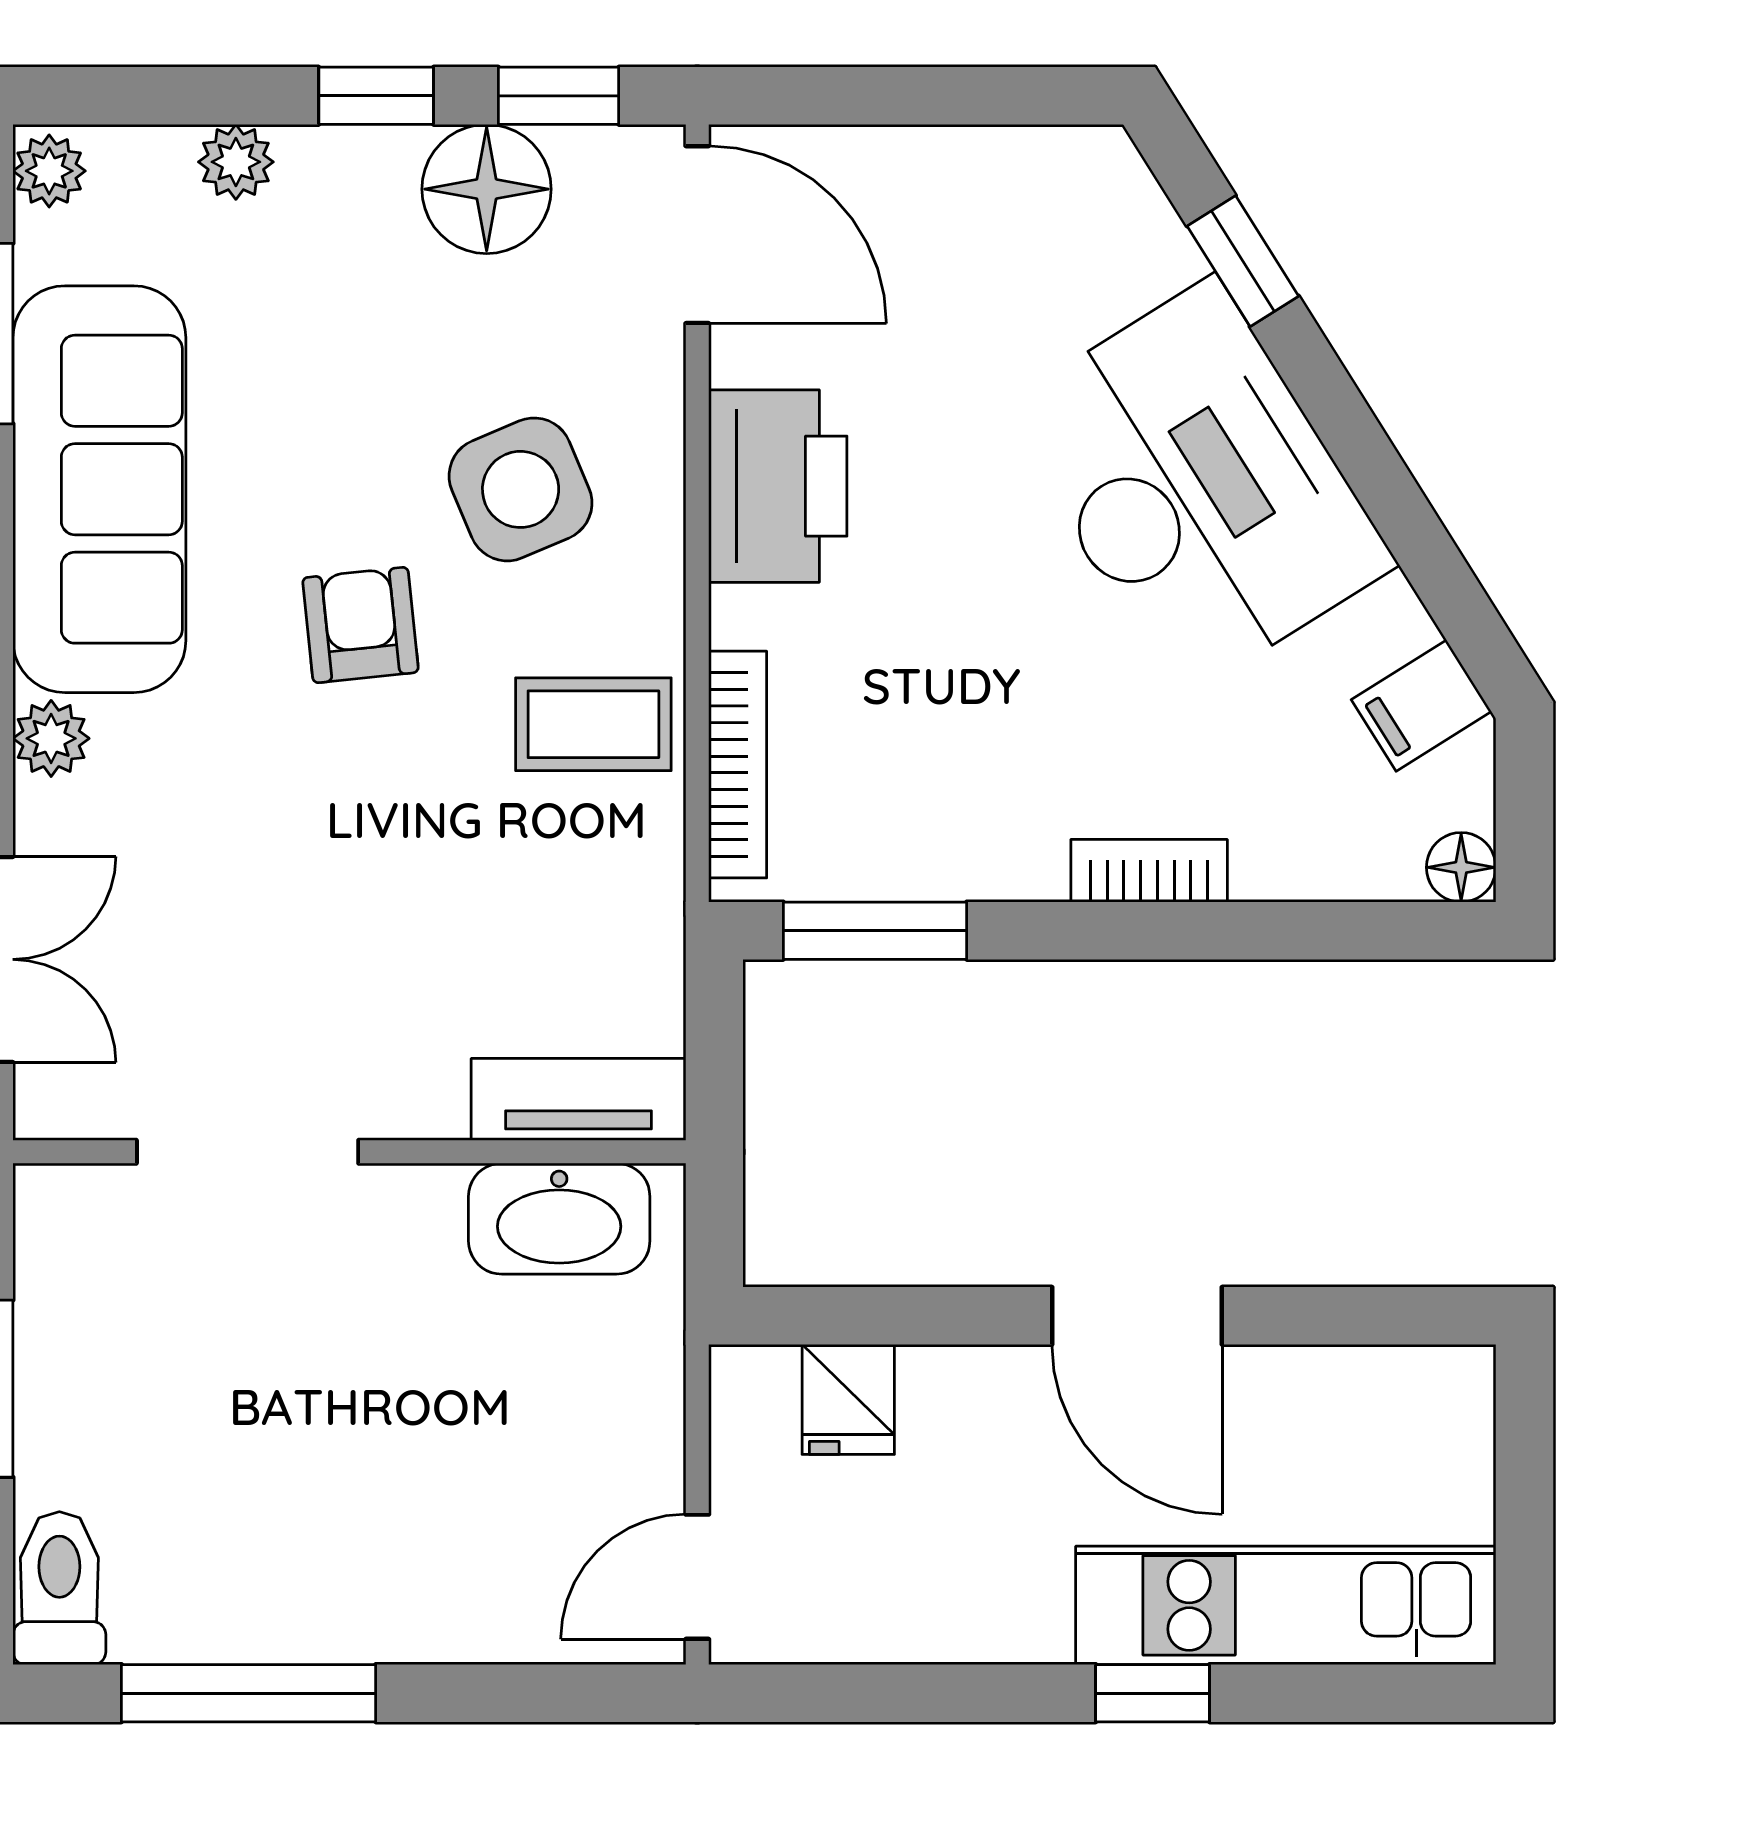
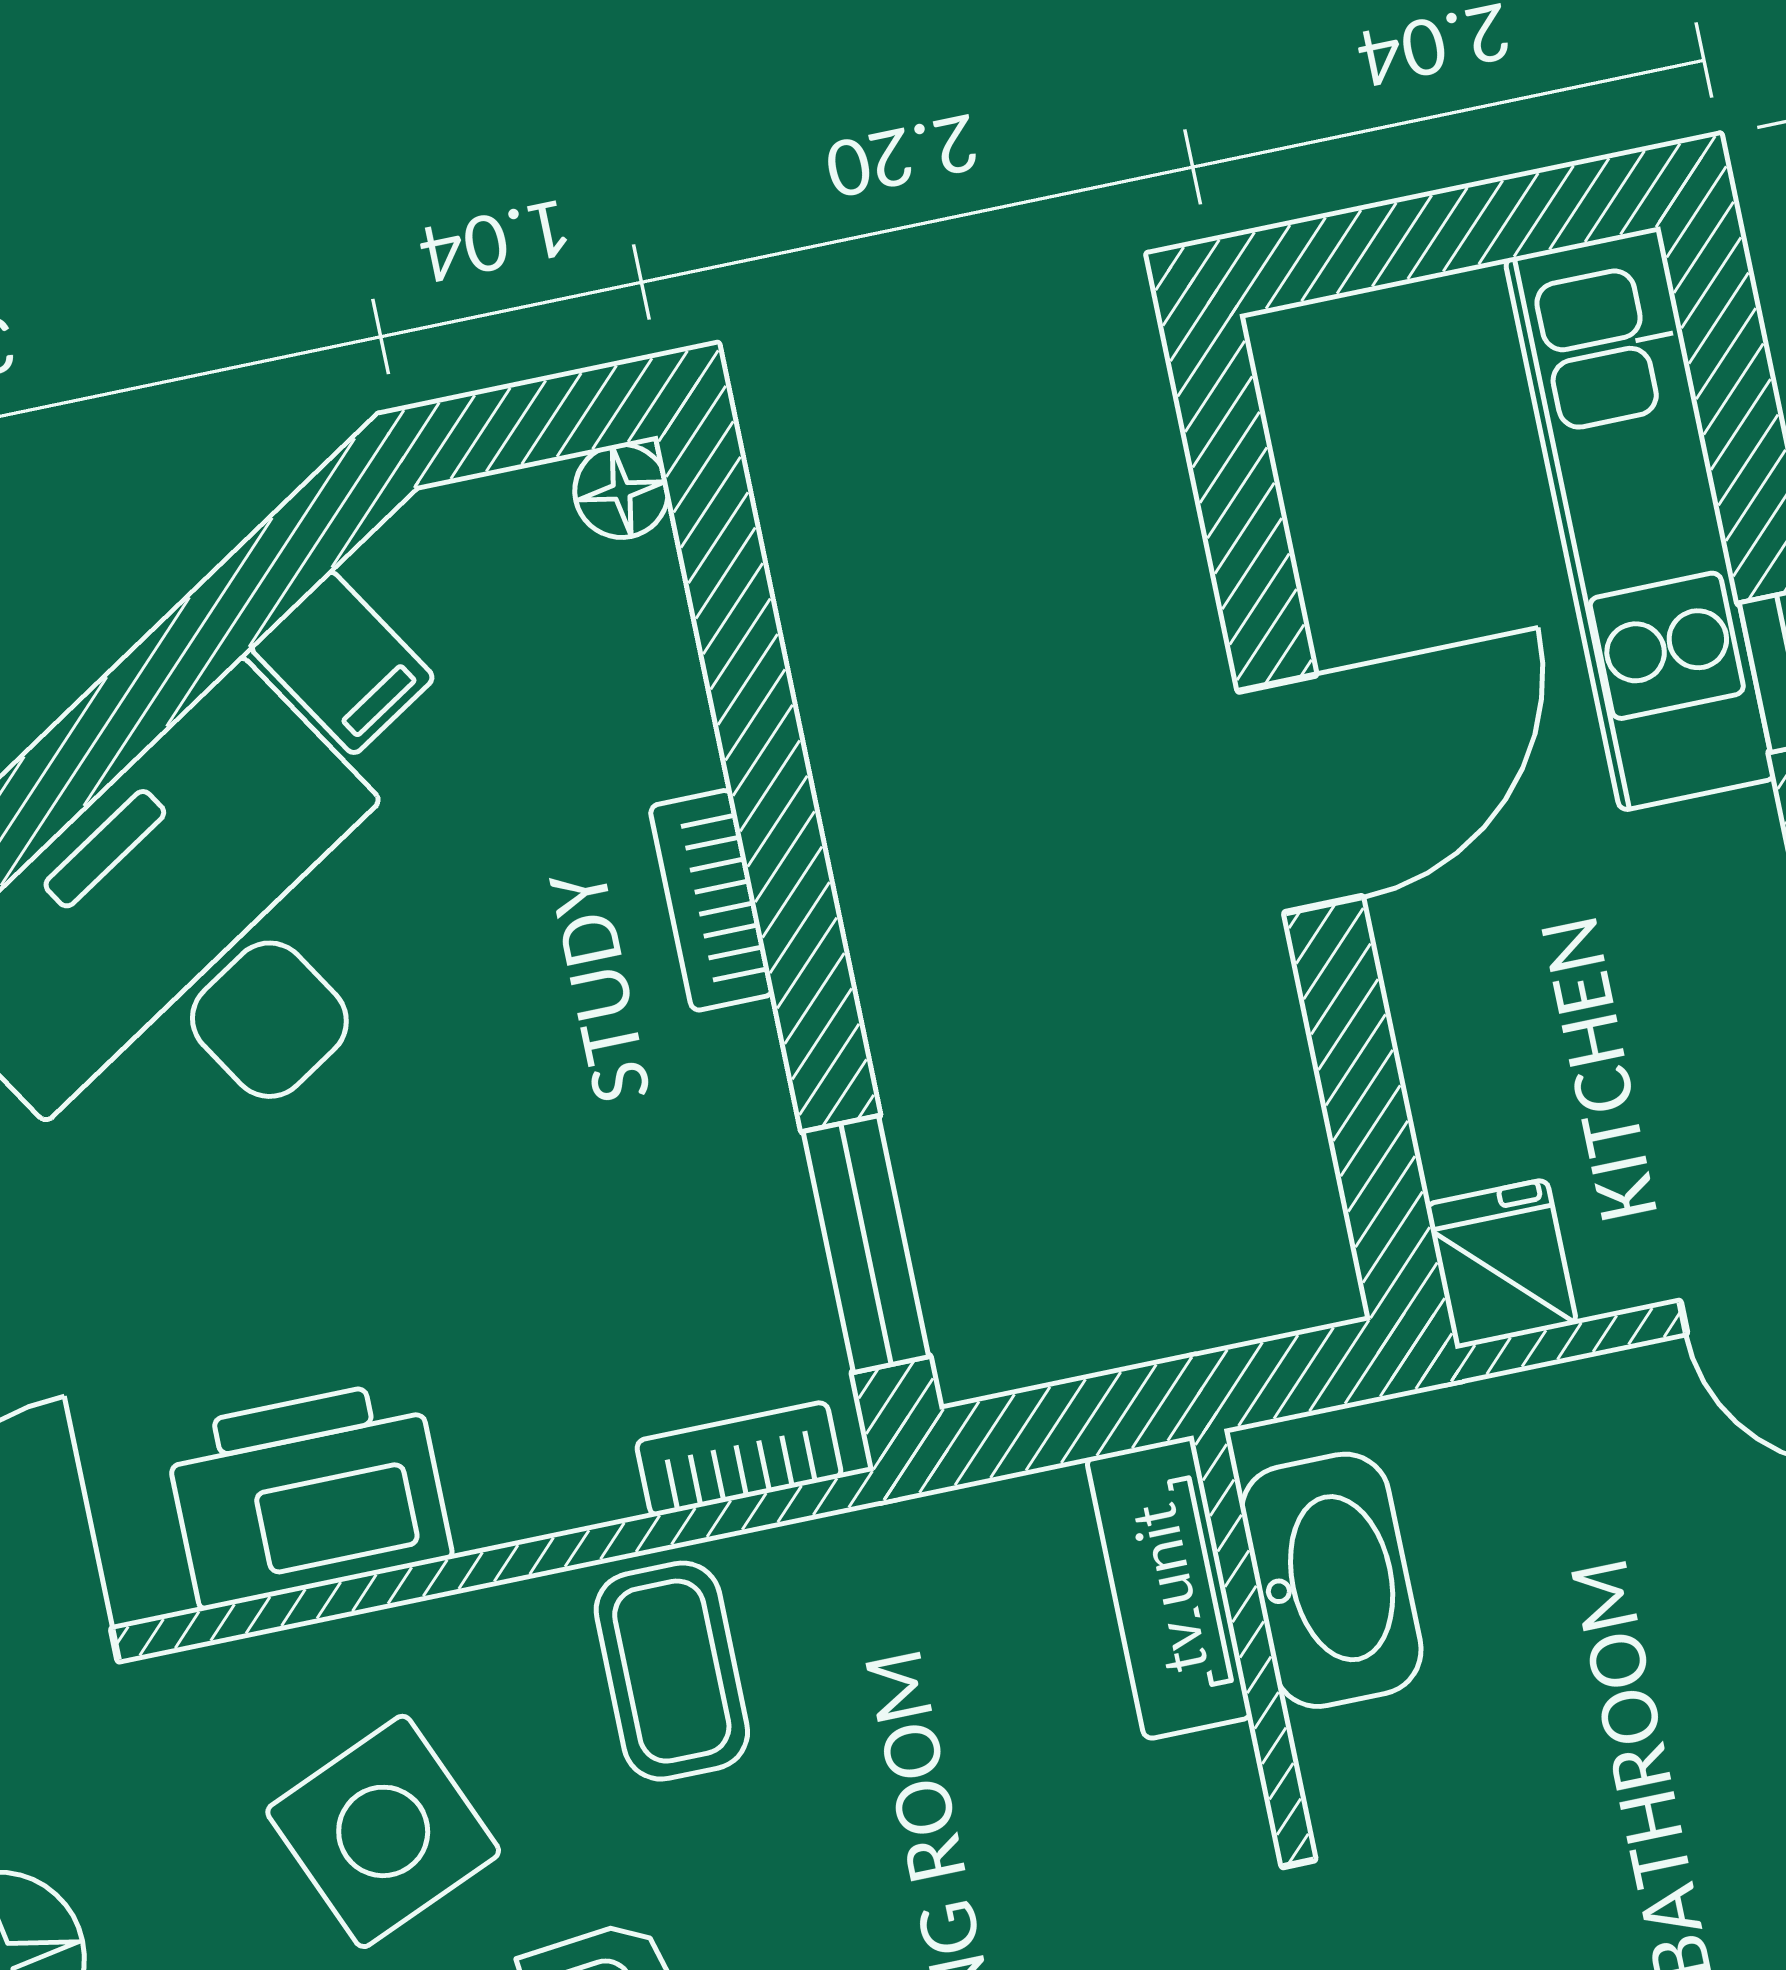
filing cabinet: (1421, 706) -> (342, 662), moved
bookcase: (738, 765) -> (739, 1459), width x0.64
fridge: (848, 1399) -> (1501, 1264), moved, turned -90

